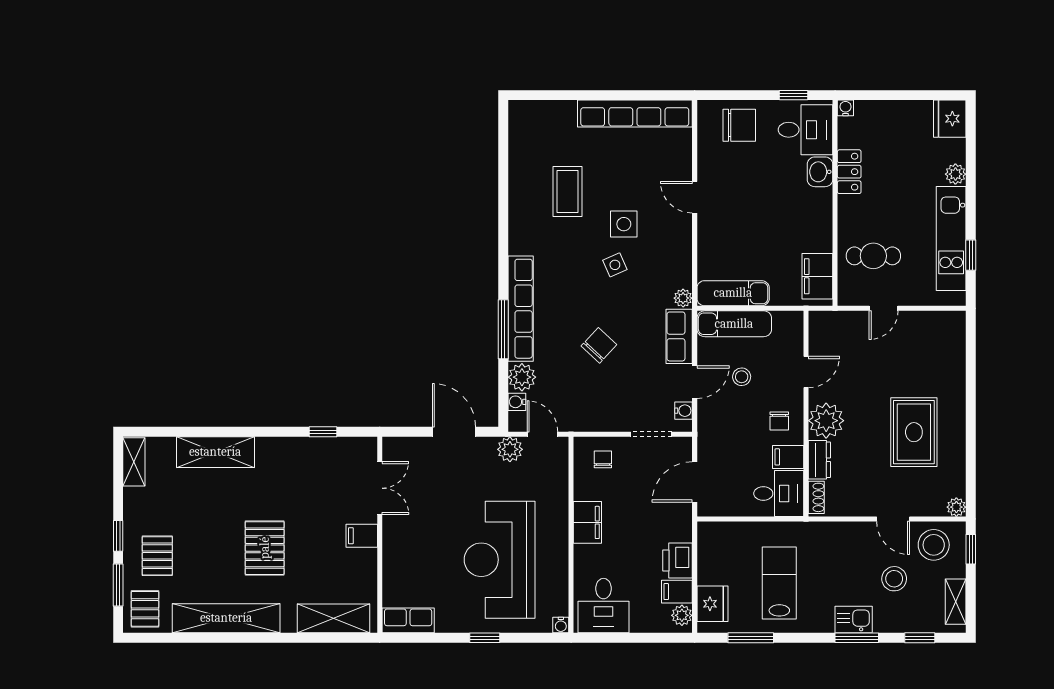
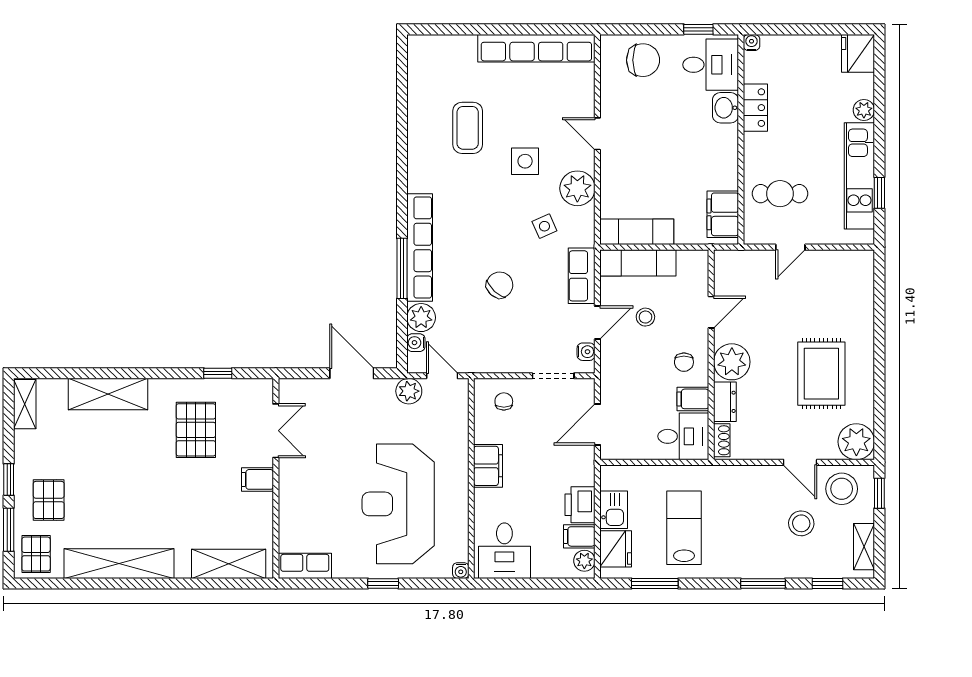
side table: (615, 265) -> (544, 226), moved
plant: (683, 298) -> (577, 188), moved, width x1.87, depth x1.87
plant: (956, 507) -> (856, 442), width x1.88, depth x1.88
pallet: (265, 548) -> (196, 430), moved
kitchen sink: (854, 619) -> (614, 510), moved, turned 90

